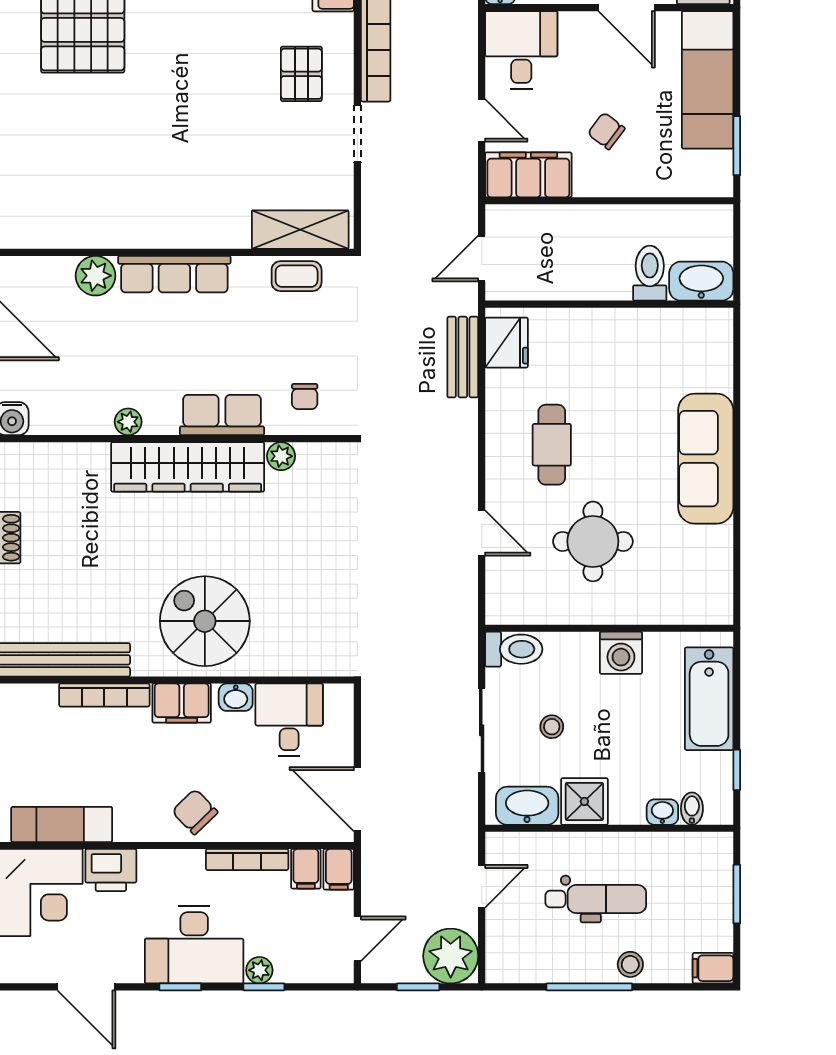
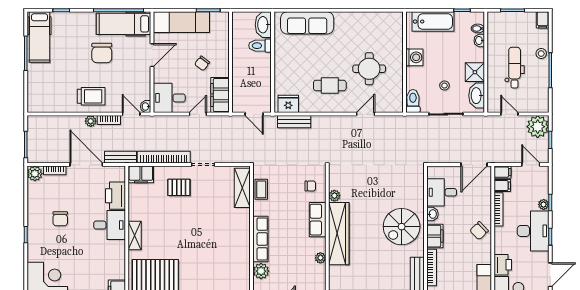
sofa: (706, 459) -> (307, 23), moved

